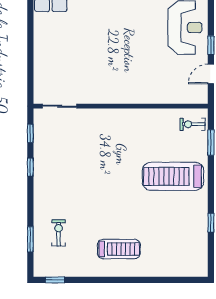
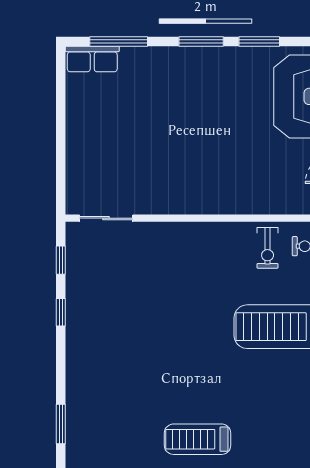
exercise bike: (59, 233) -> (268, 248), moved, turned 180
treadmill: (119, 249) -> (198, 439), turned 180

